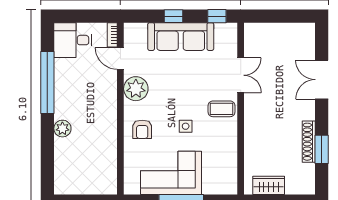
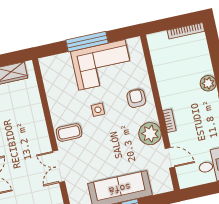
bookcase: (112, 35) -> (169, 121), moved
bookcase: (74, 190) -> (186, 31), added

